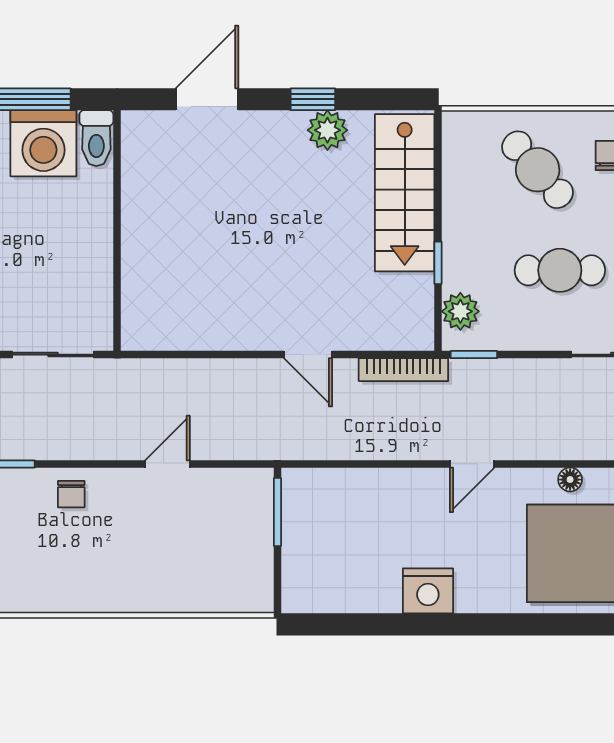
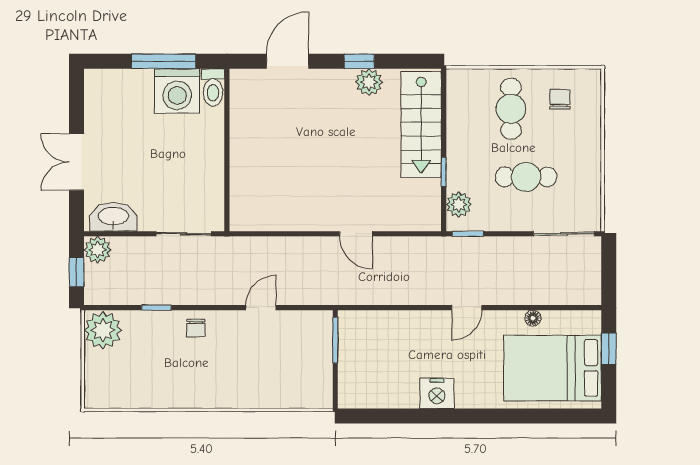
cafe table: (538, 170) -> (511, 109), turned 41
bookcase: (403, 370) -> (420, 244), removed

